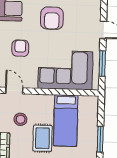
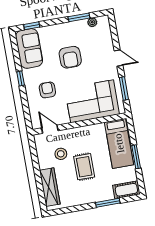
bed: (66, 121) -> (119, 143), moved

